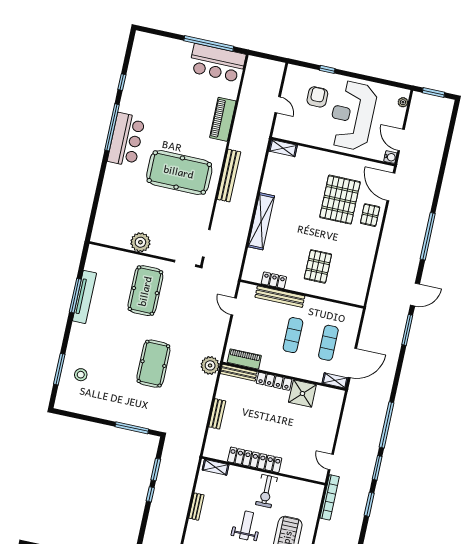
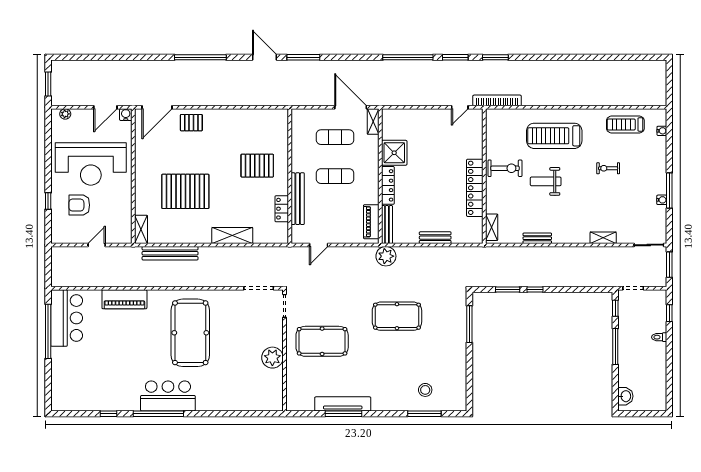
bench: (229, 176) -> (170, 253), moved
pallet: (340, 200) -> (185, 191), moved
shelving: (261, 221) -> (232, 235), width x0.68

